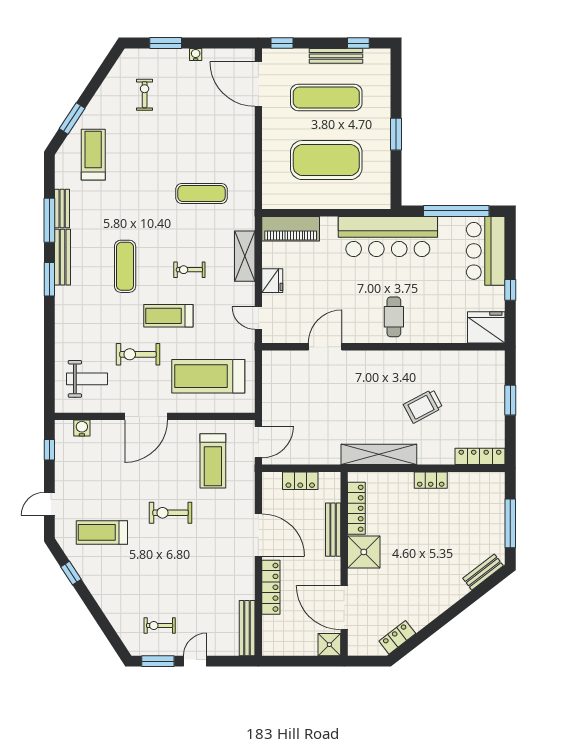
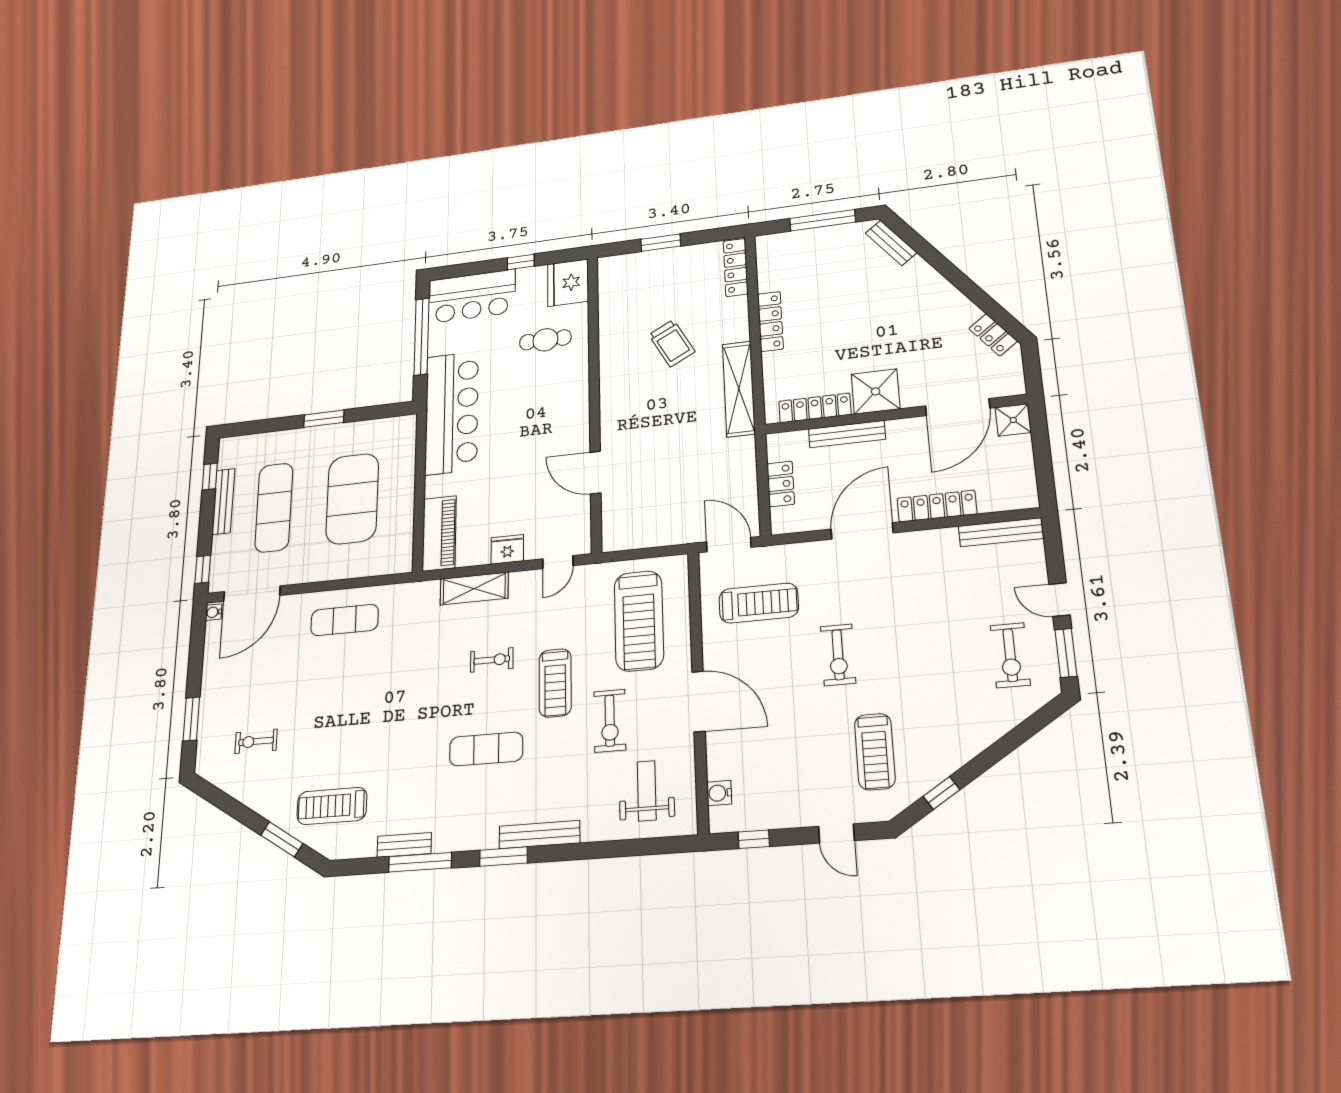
water cooler: (196, 54) -> (214, 612), moved
exercise mat: (202, 193) -> (345, 620), moved, turned 90
bench: (63, 257) -> (539, 835), moved
exercise bike: (189, 270) -> (492, 660), turned -90
cafe table: (394, 317) -> (545, 340), moved
locker: (431, 480) -> (770, 321), width x1.53
exercise bike: (160, 625) -> (1010, 655), width x1.38, depth x1.39

